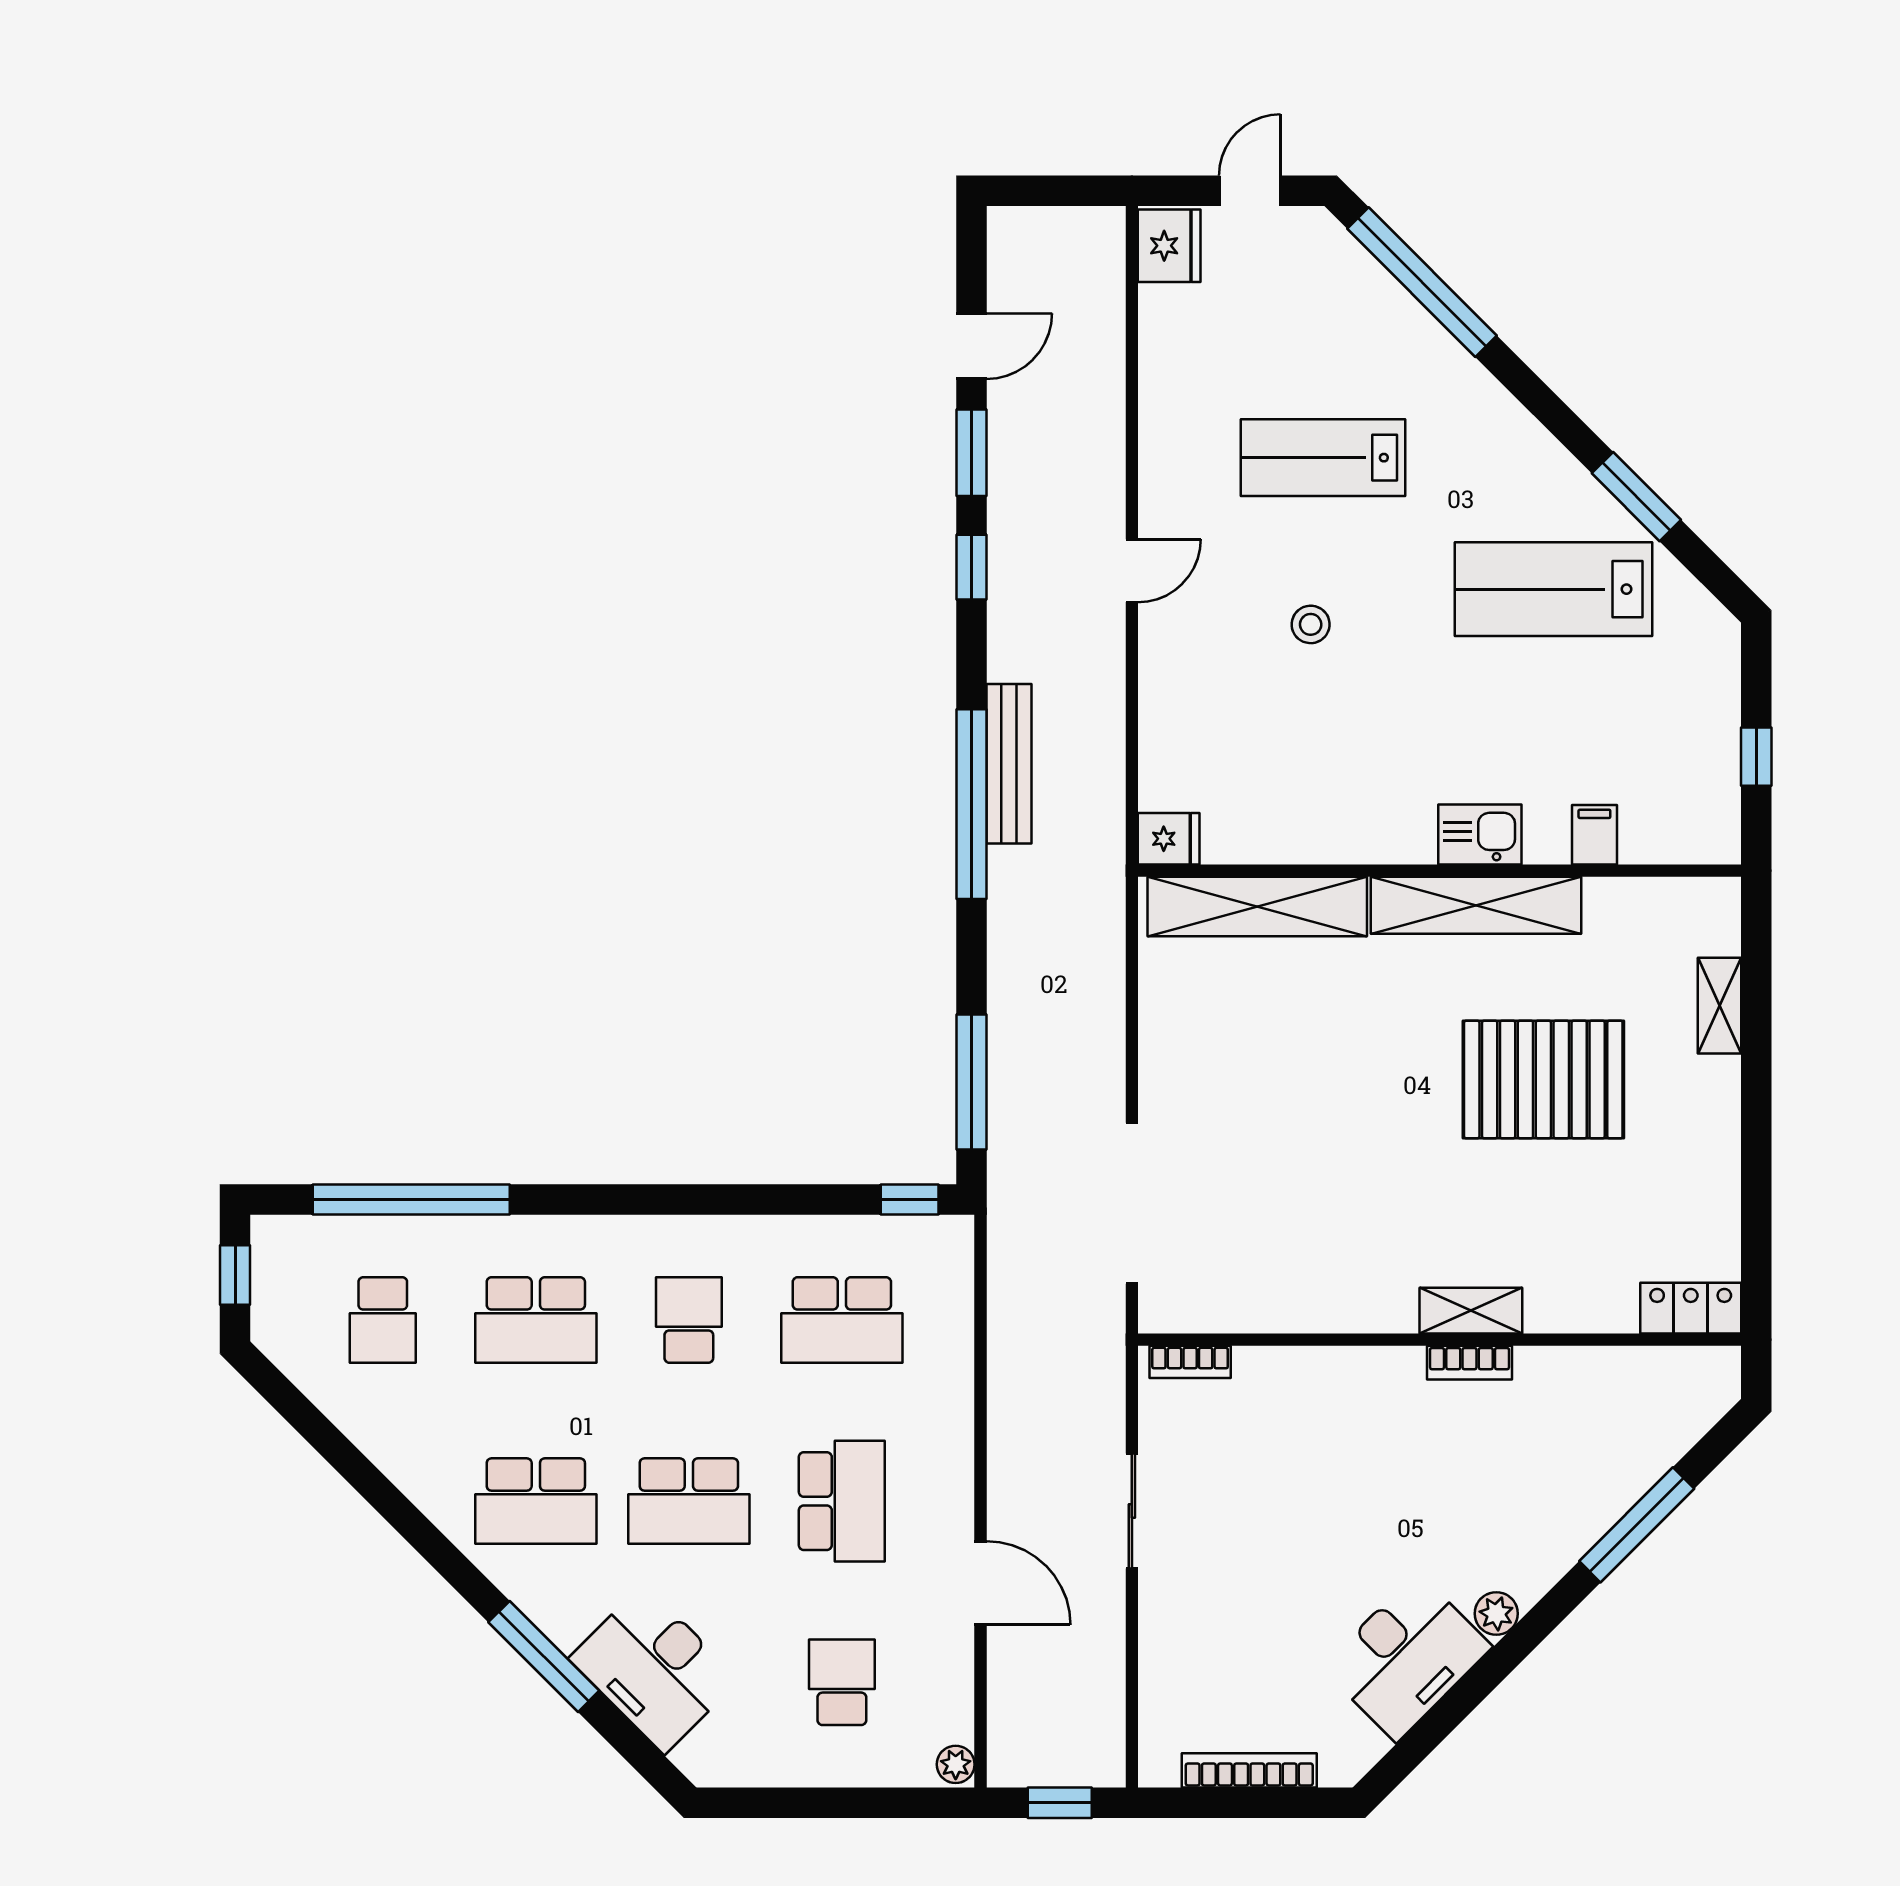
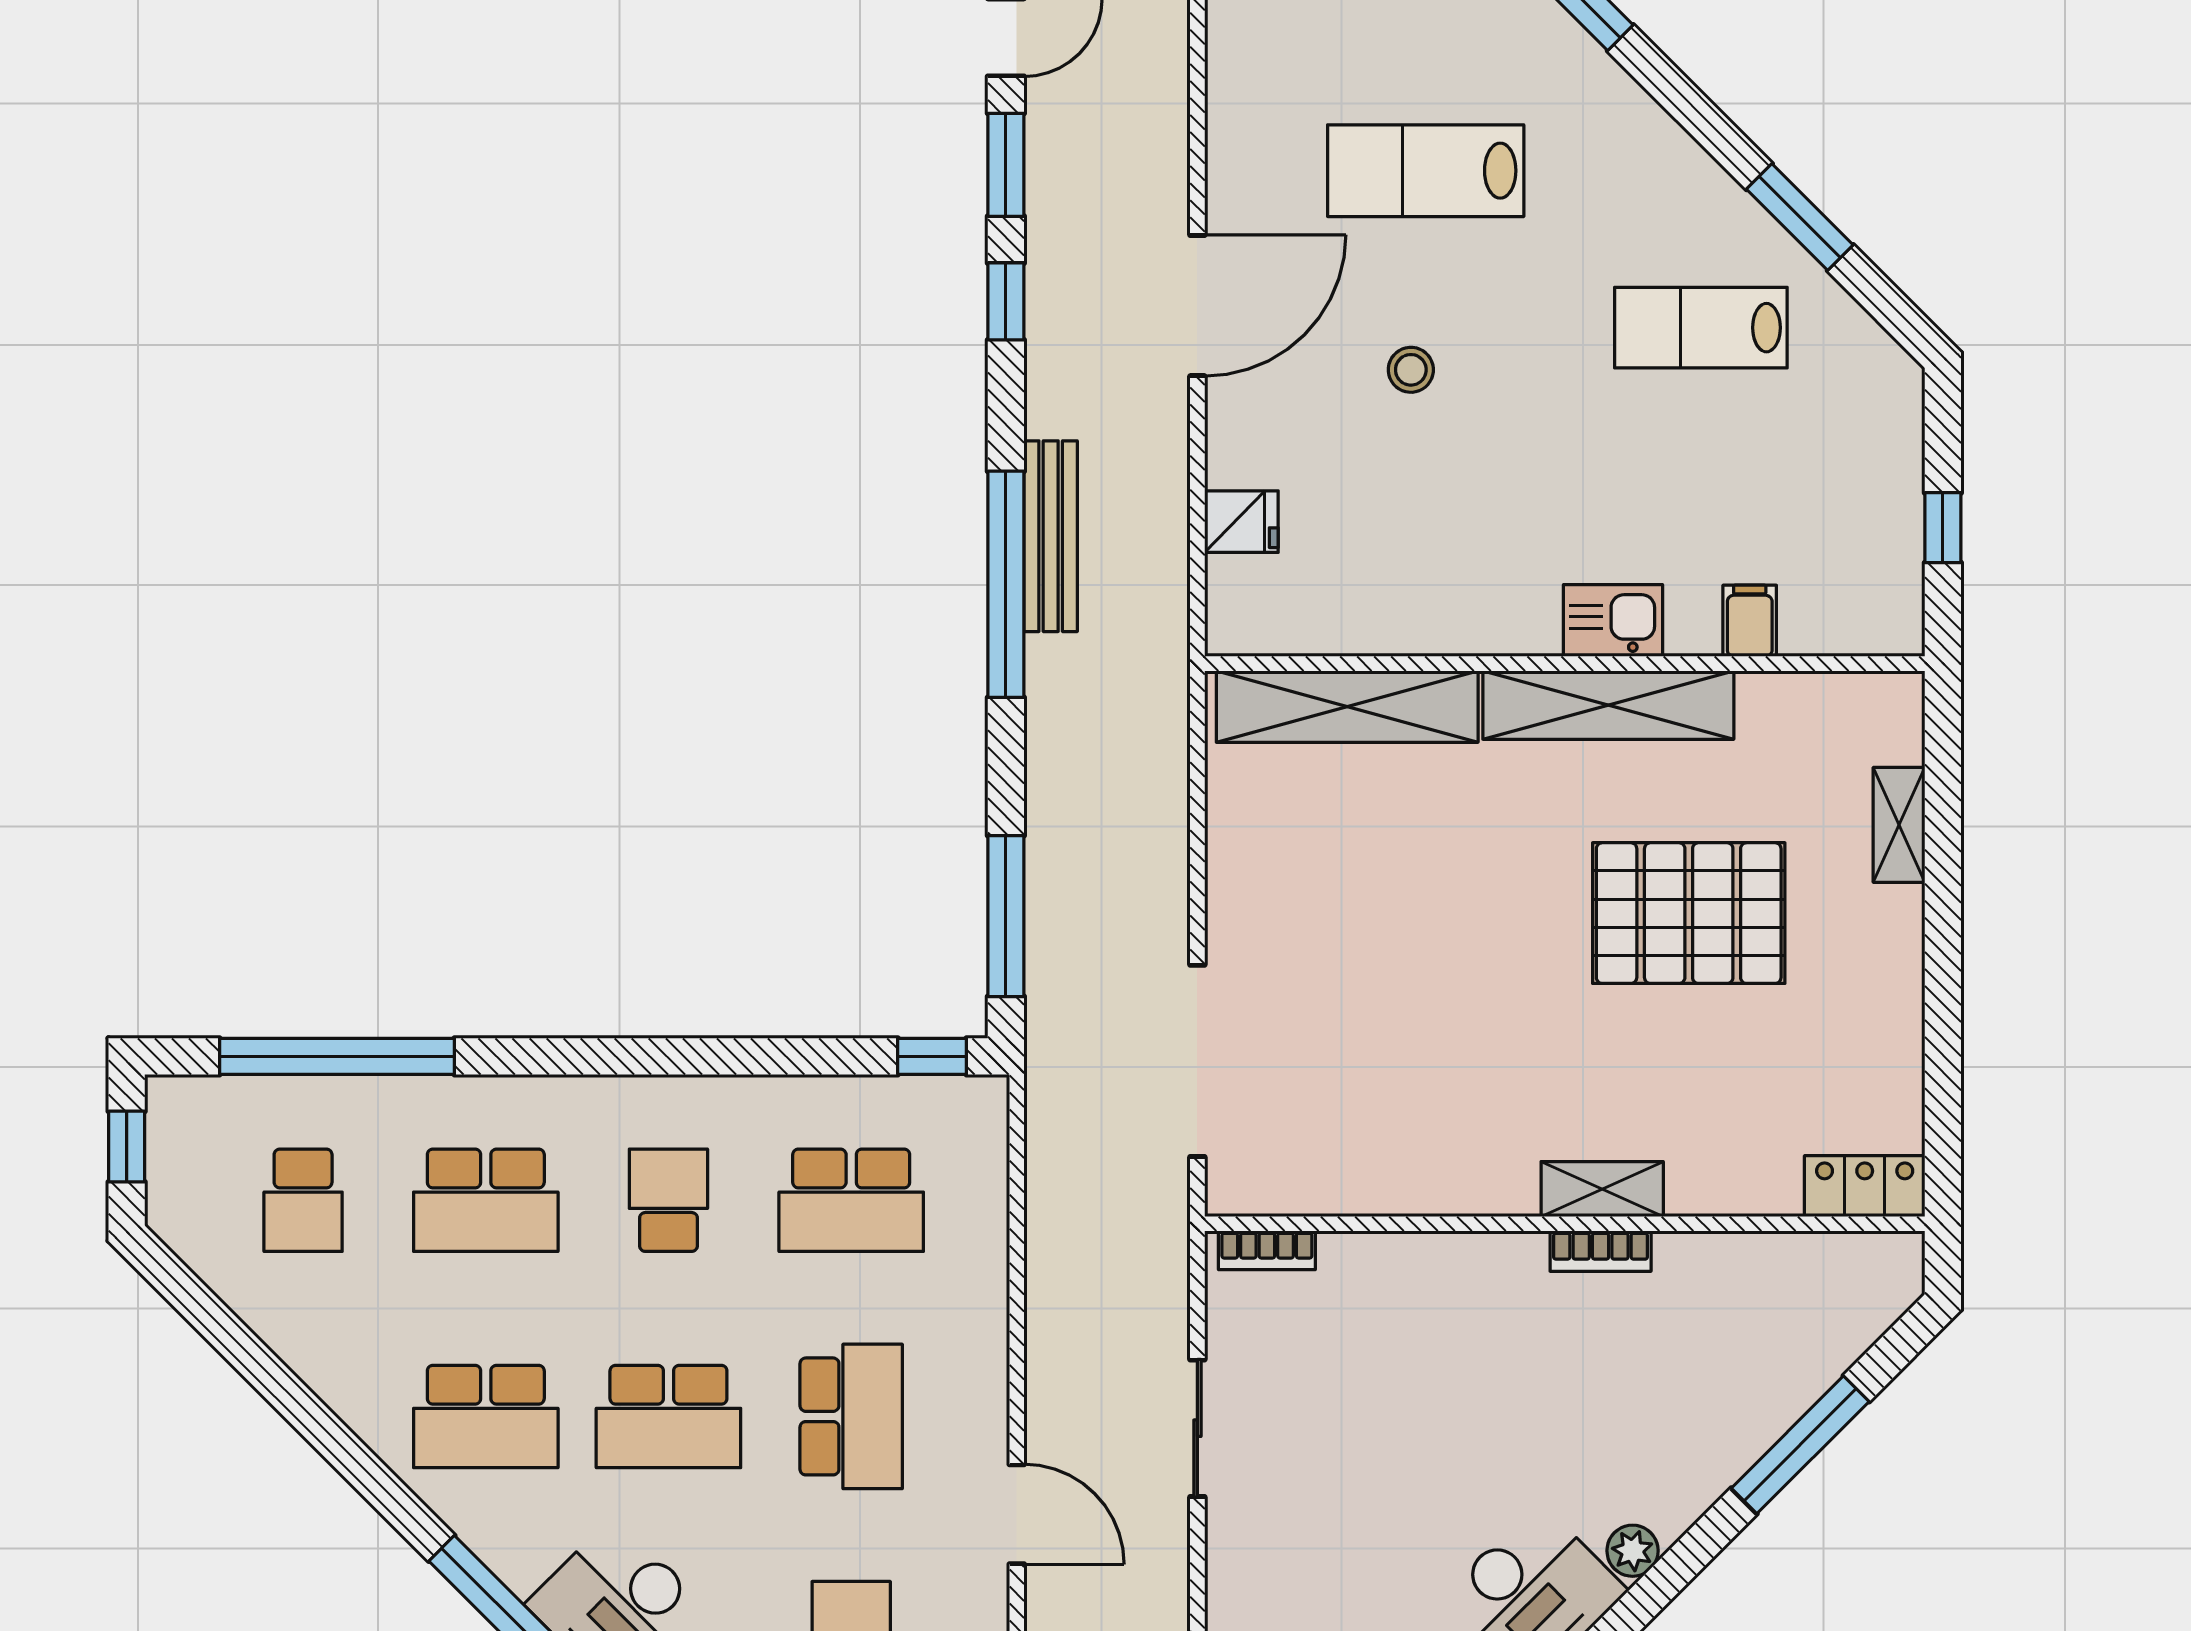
door: (1132, 571) -> (1197, 306), width x1.88
lab bench: (1554, 589) -> (1701, 328), width x0.73, depth x0.72
fridge: (1169, 839) -> (1241, 522), moved

